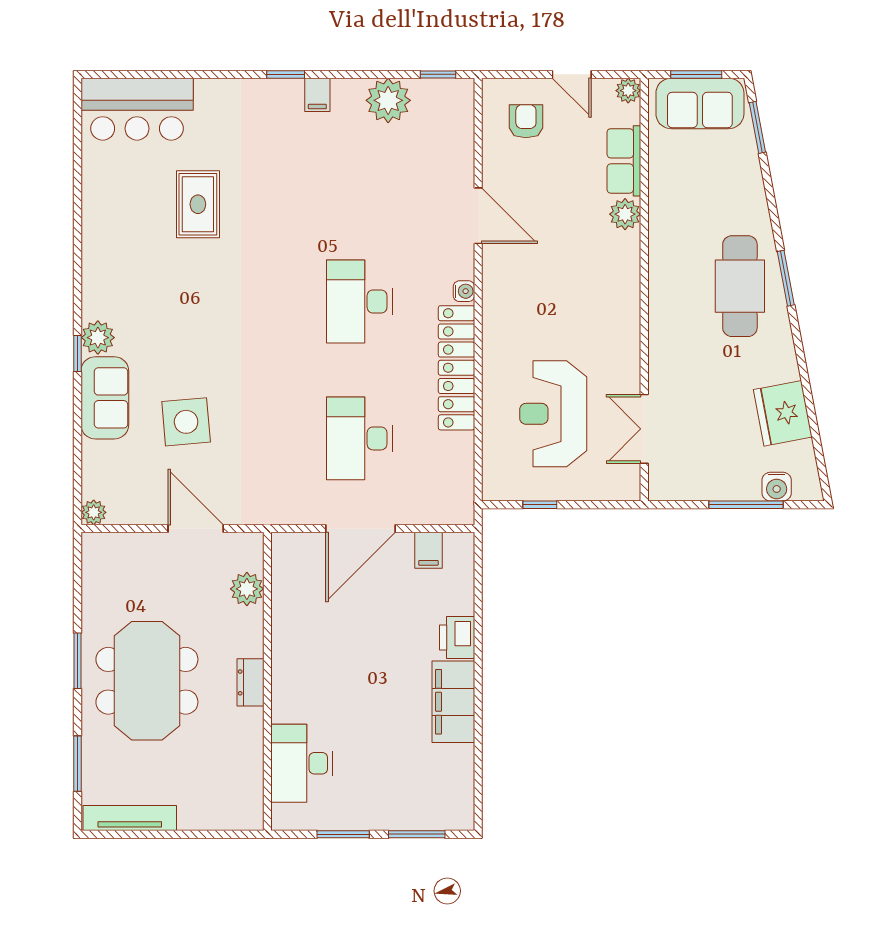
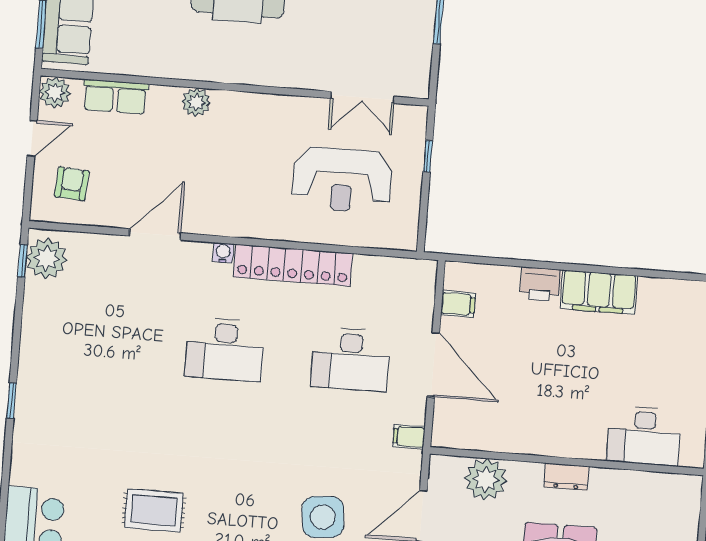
plant: (628, 91) -> (55, 92), width x1.38, depth x1.38
filing cabinet: (317, 95) -> (409, 437), moved, turned 180
plant: (388, 100) -> (47, 258), moved
armchair: (526, 121) -> (72, 184), turned 94
rug: (198, 204) -> (154, 510), moved
plant: (625, 214) -> (196, 102), moved
window: (540, 505) -> (428, 156), moved
plant: (247, 589) -> (486, 479), width x1.36, depth x1.36

